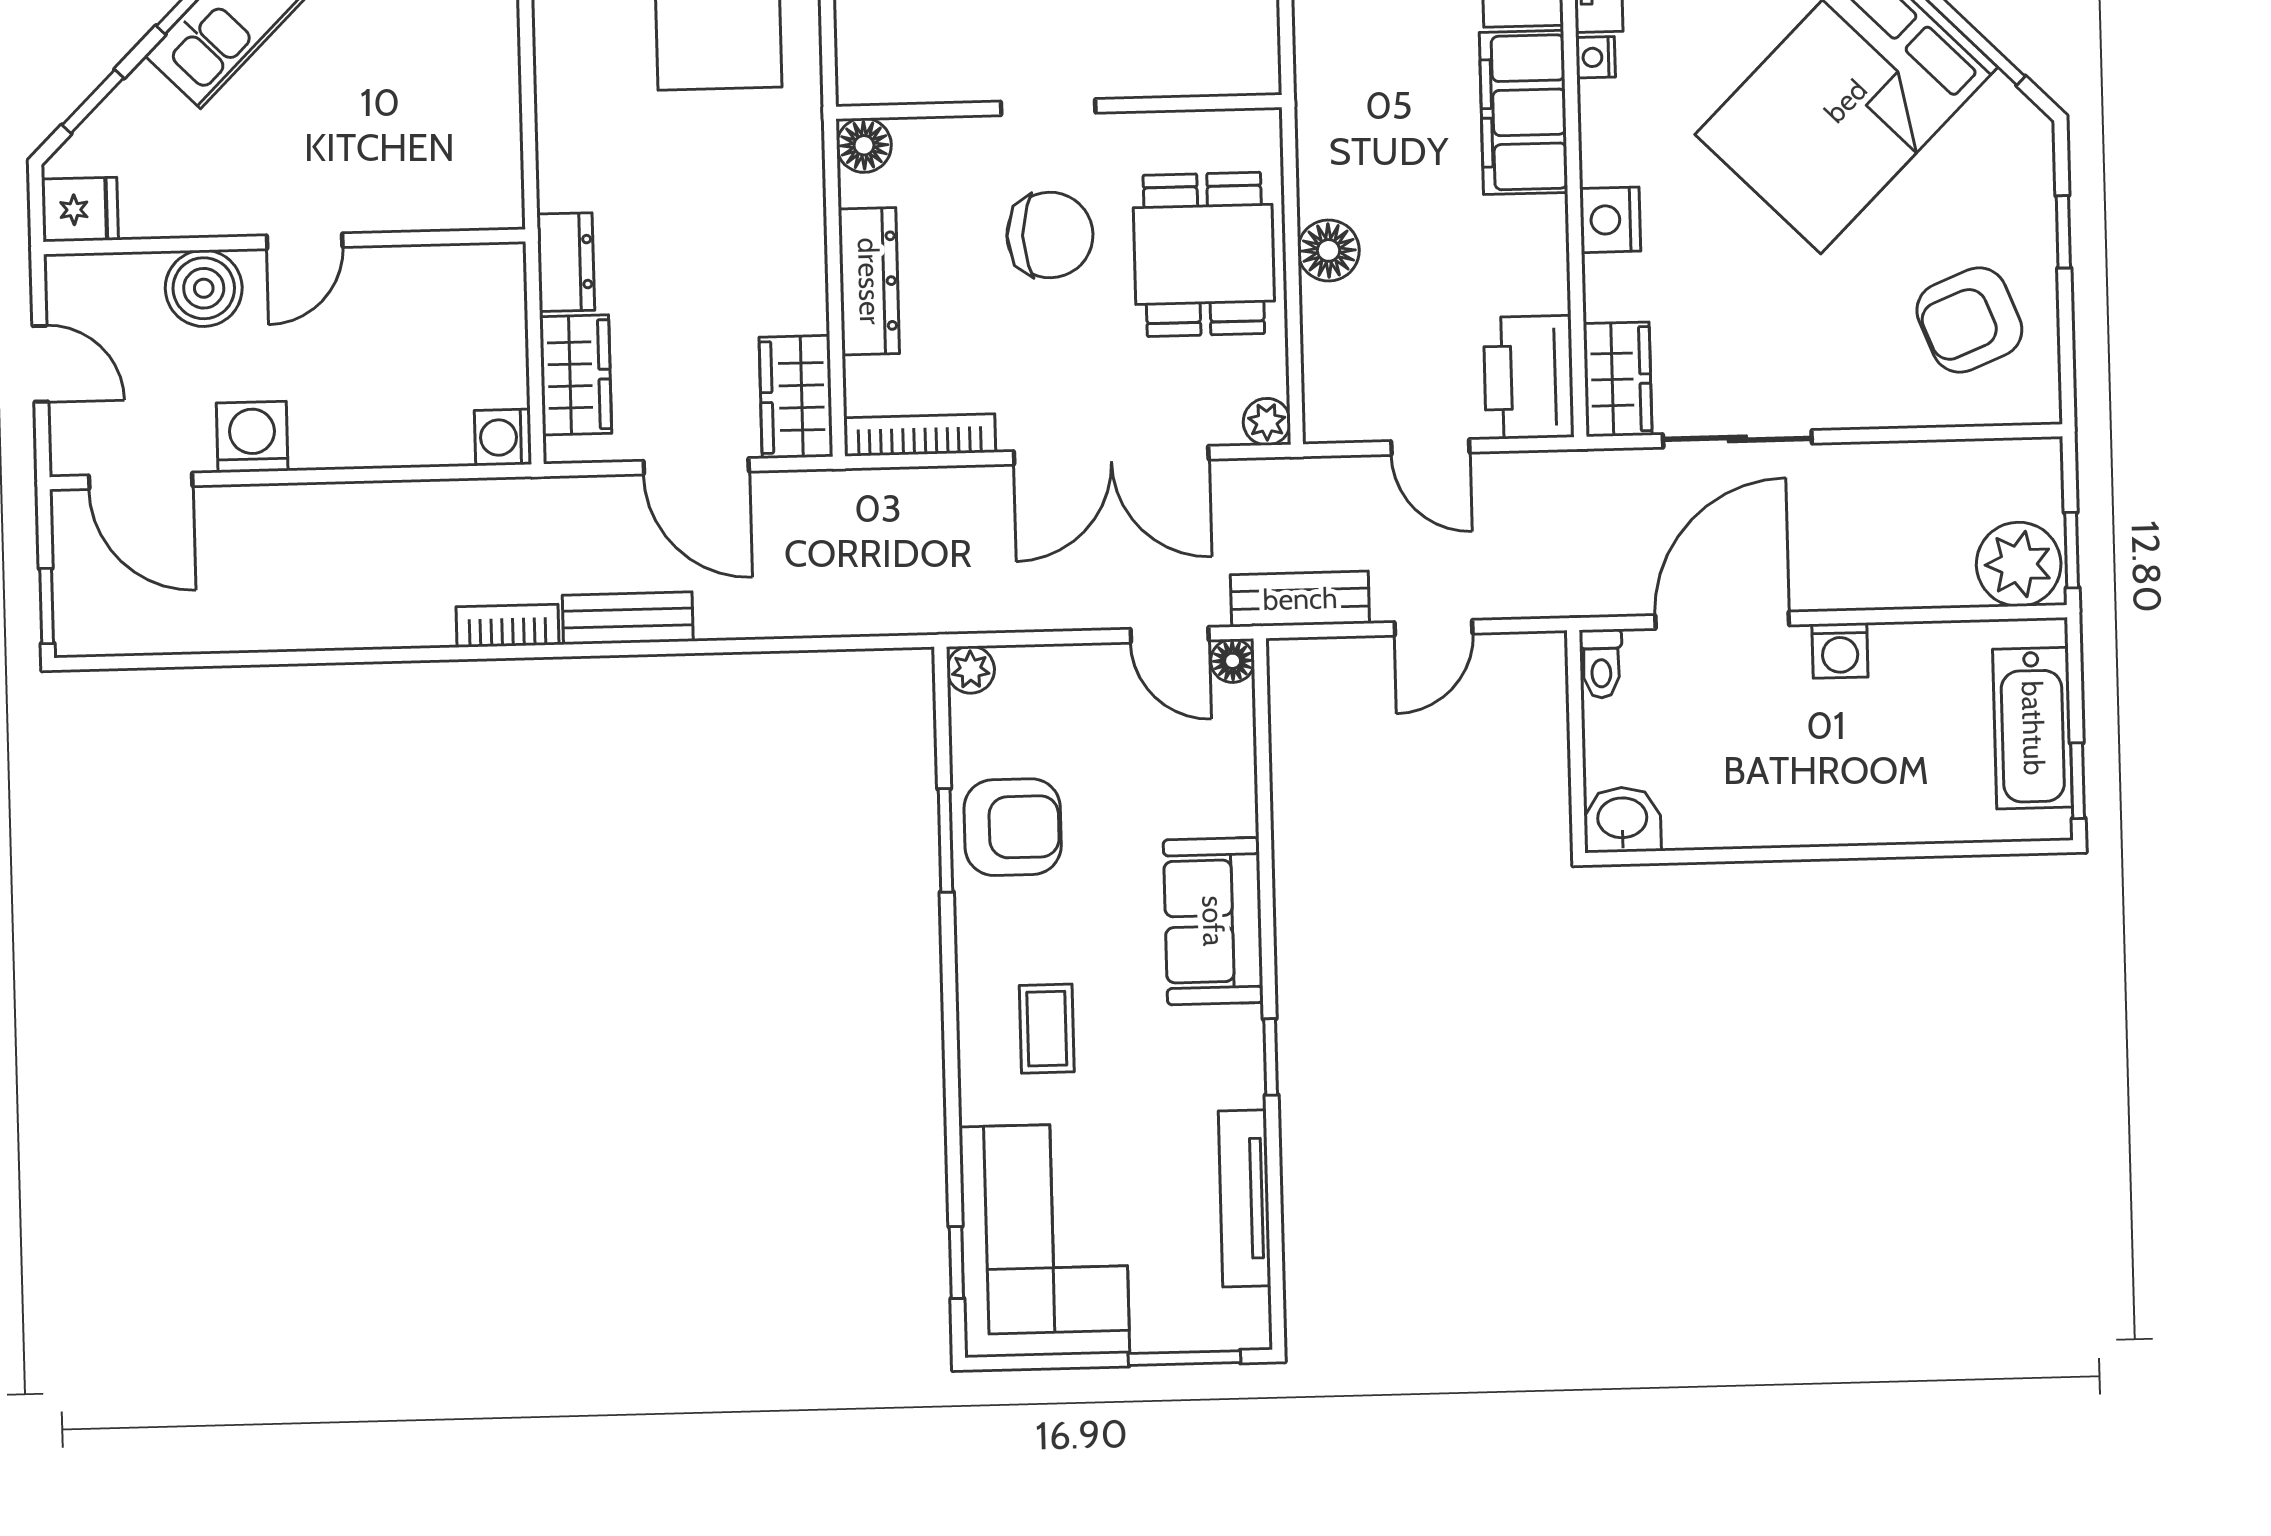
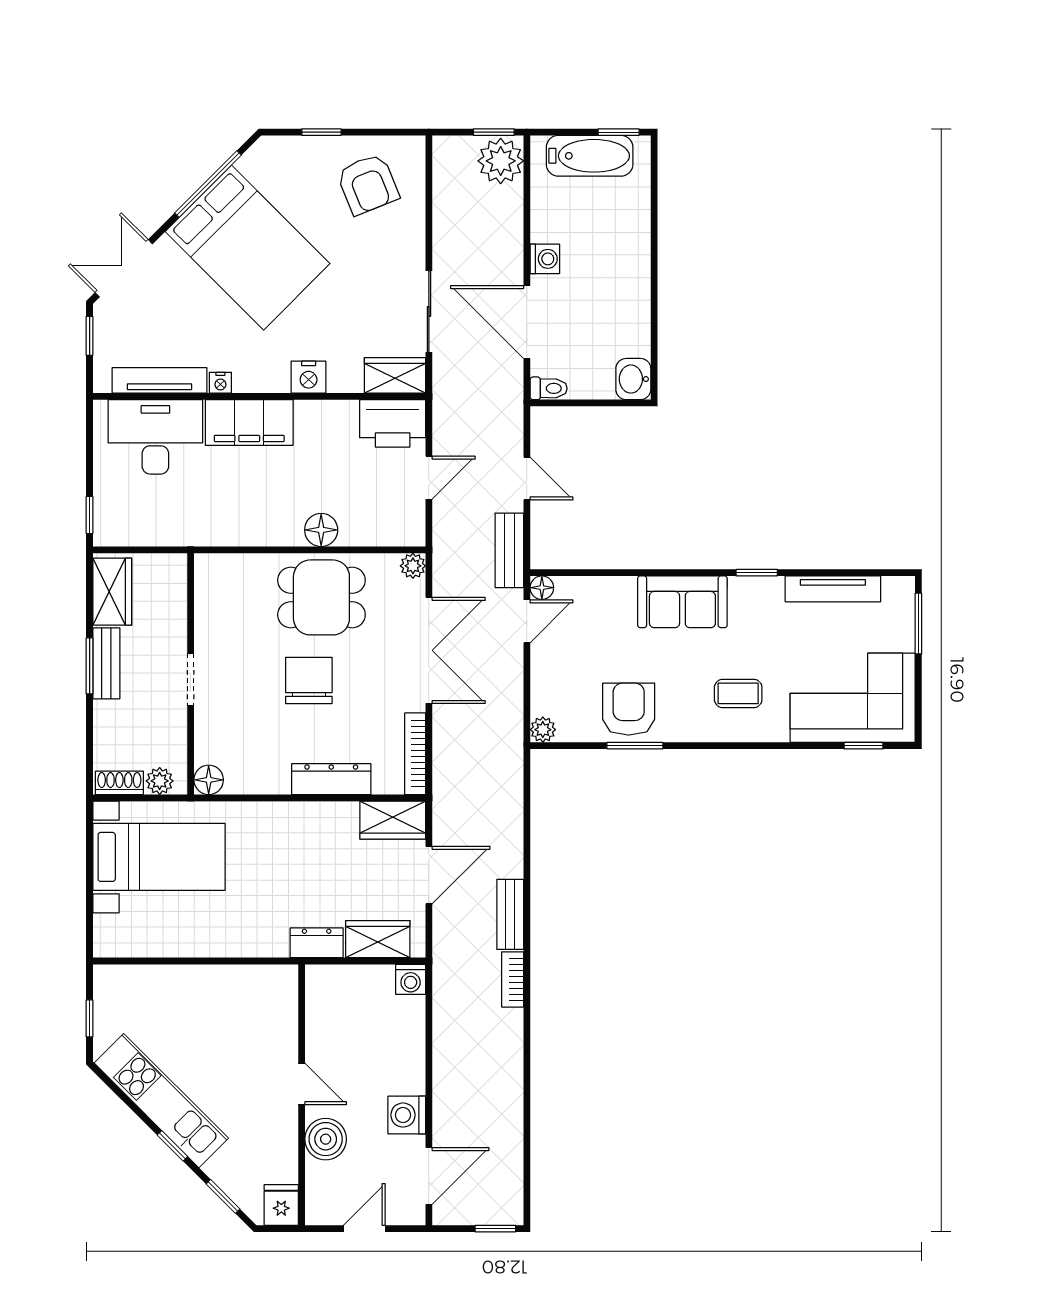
doorway: (1048, 107) -> (191, 680), moved
wall: (1059, 107) -> (191, 674), moved
floor lamp: (864, 145) -> (209, 780), moved

